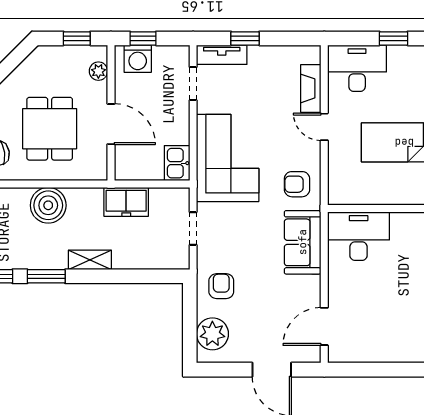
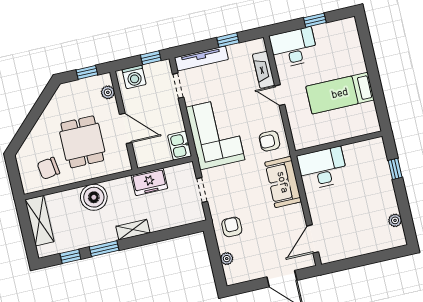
window: (143, 38) -> (151, 58), moved
window: (245, 38) -> (228, 40), moved
tv unit: (222, 55) -> (201, 59), width x1.41
plant: (212, 334) -> (227, 259), width x0.53, depth x0.53

